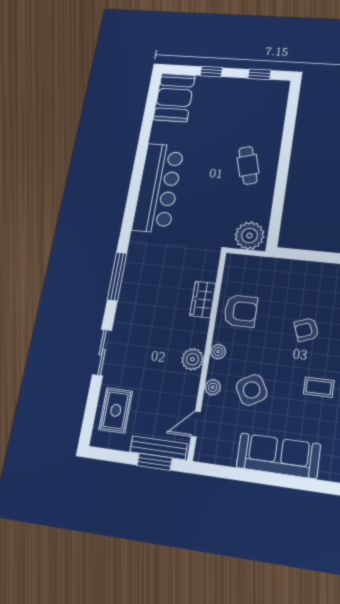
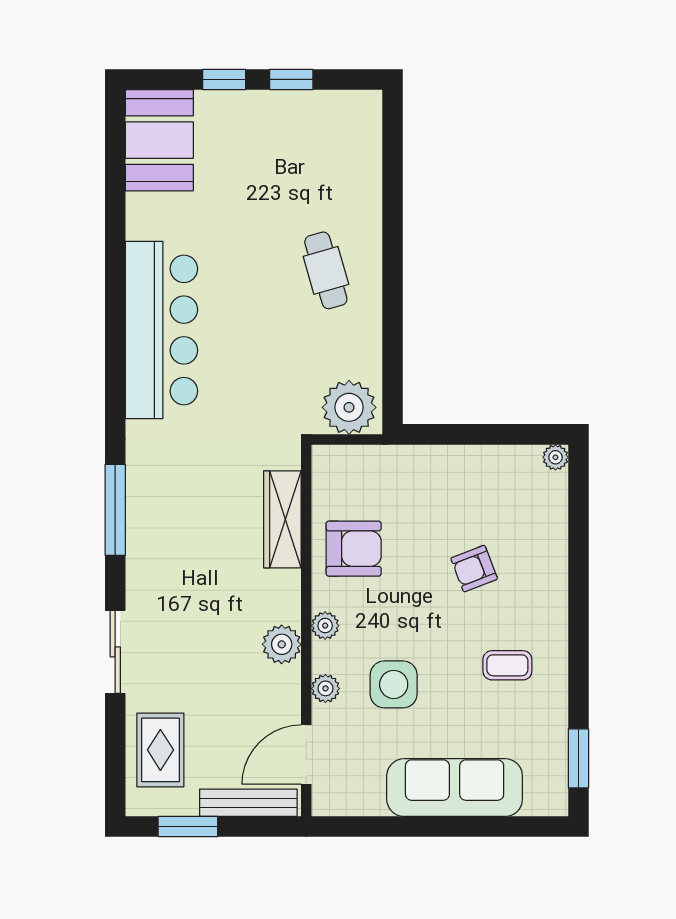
window: (259, 74) -> (291, 79), moved
wardrobe: (203, 300) -> (282, 519), width x1.50
side table: (252, 390) -> (394, 684), turned 30
door: (196, 424) -> (306, 755), width x1.38
window: (155, 462) -> (188, 827), moved

